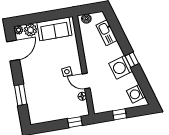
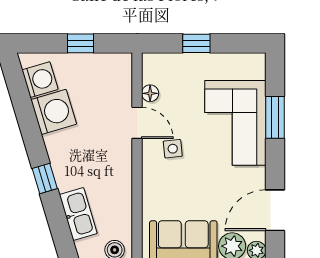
window: (132, 60) -> (45, 178), moved
washing machine: (121, 67) -> (54, 112), moved
corner sofa: (39, 89) -> (235, 123), added
window: (75, 122) -> (196, 43), moved

